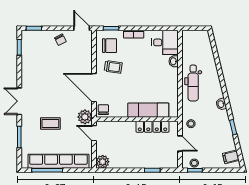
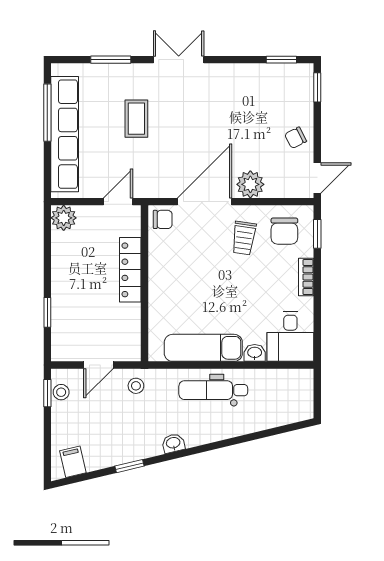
exam couch: (148, 110) -> (203, 348), moved, turned -90
plant: (85, 117) -> (250, 184), moved
locker: (153, 127) -> (130, 270), moved

